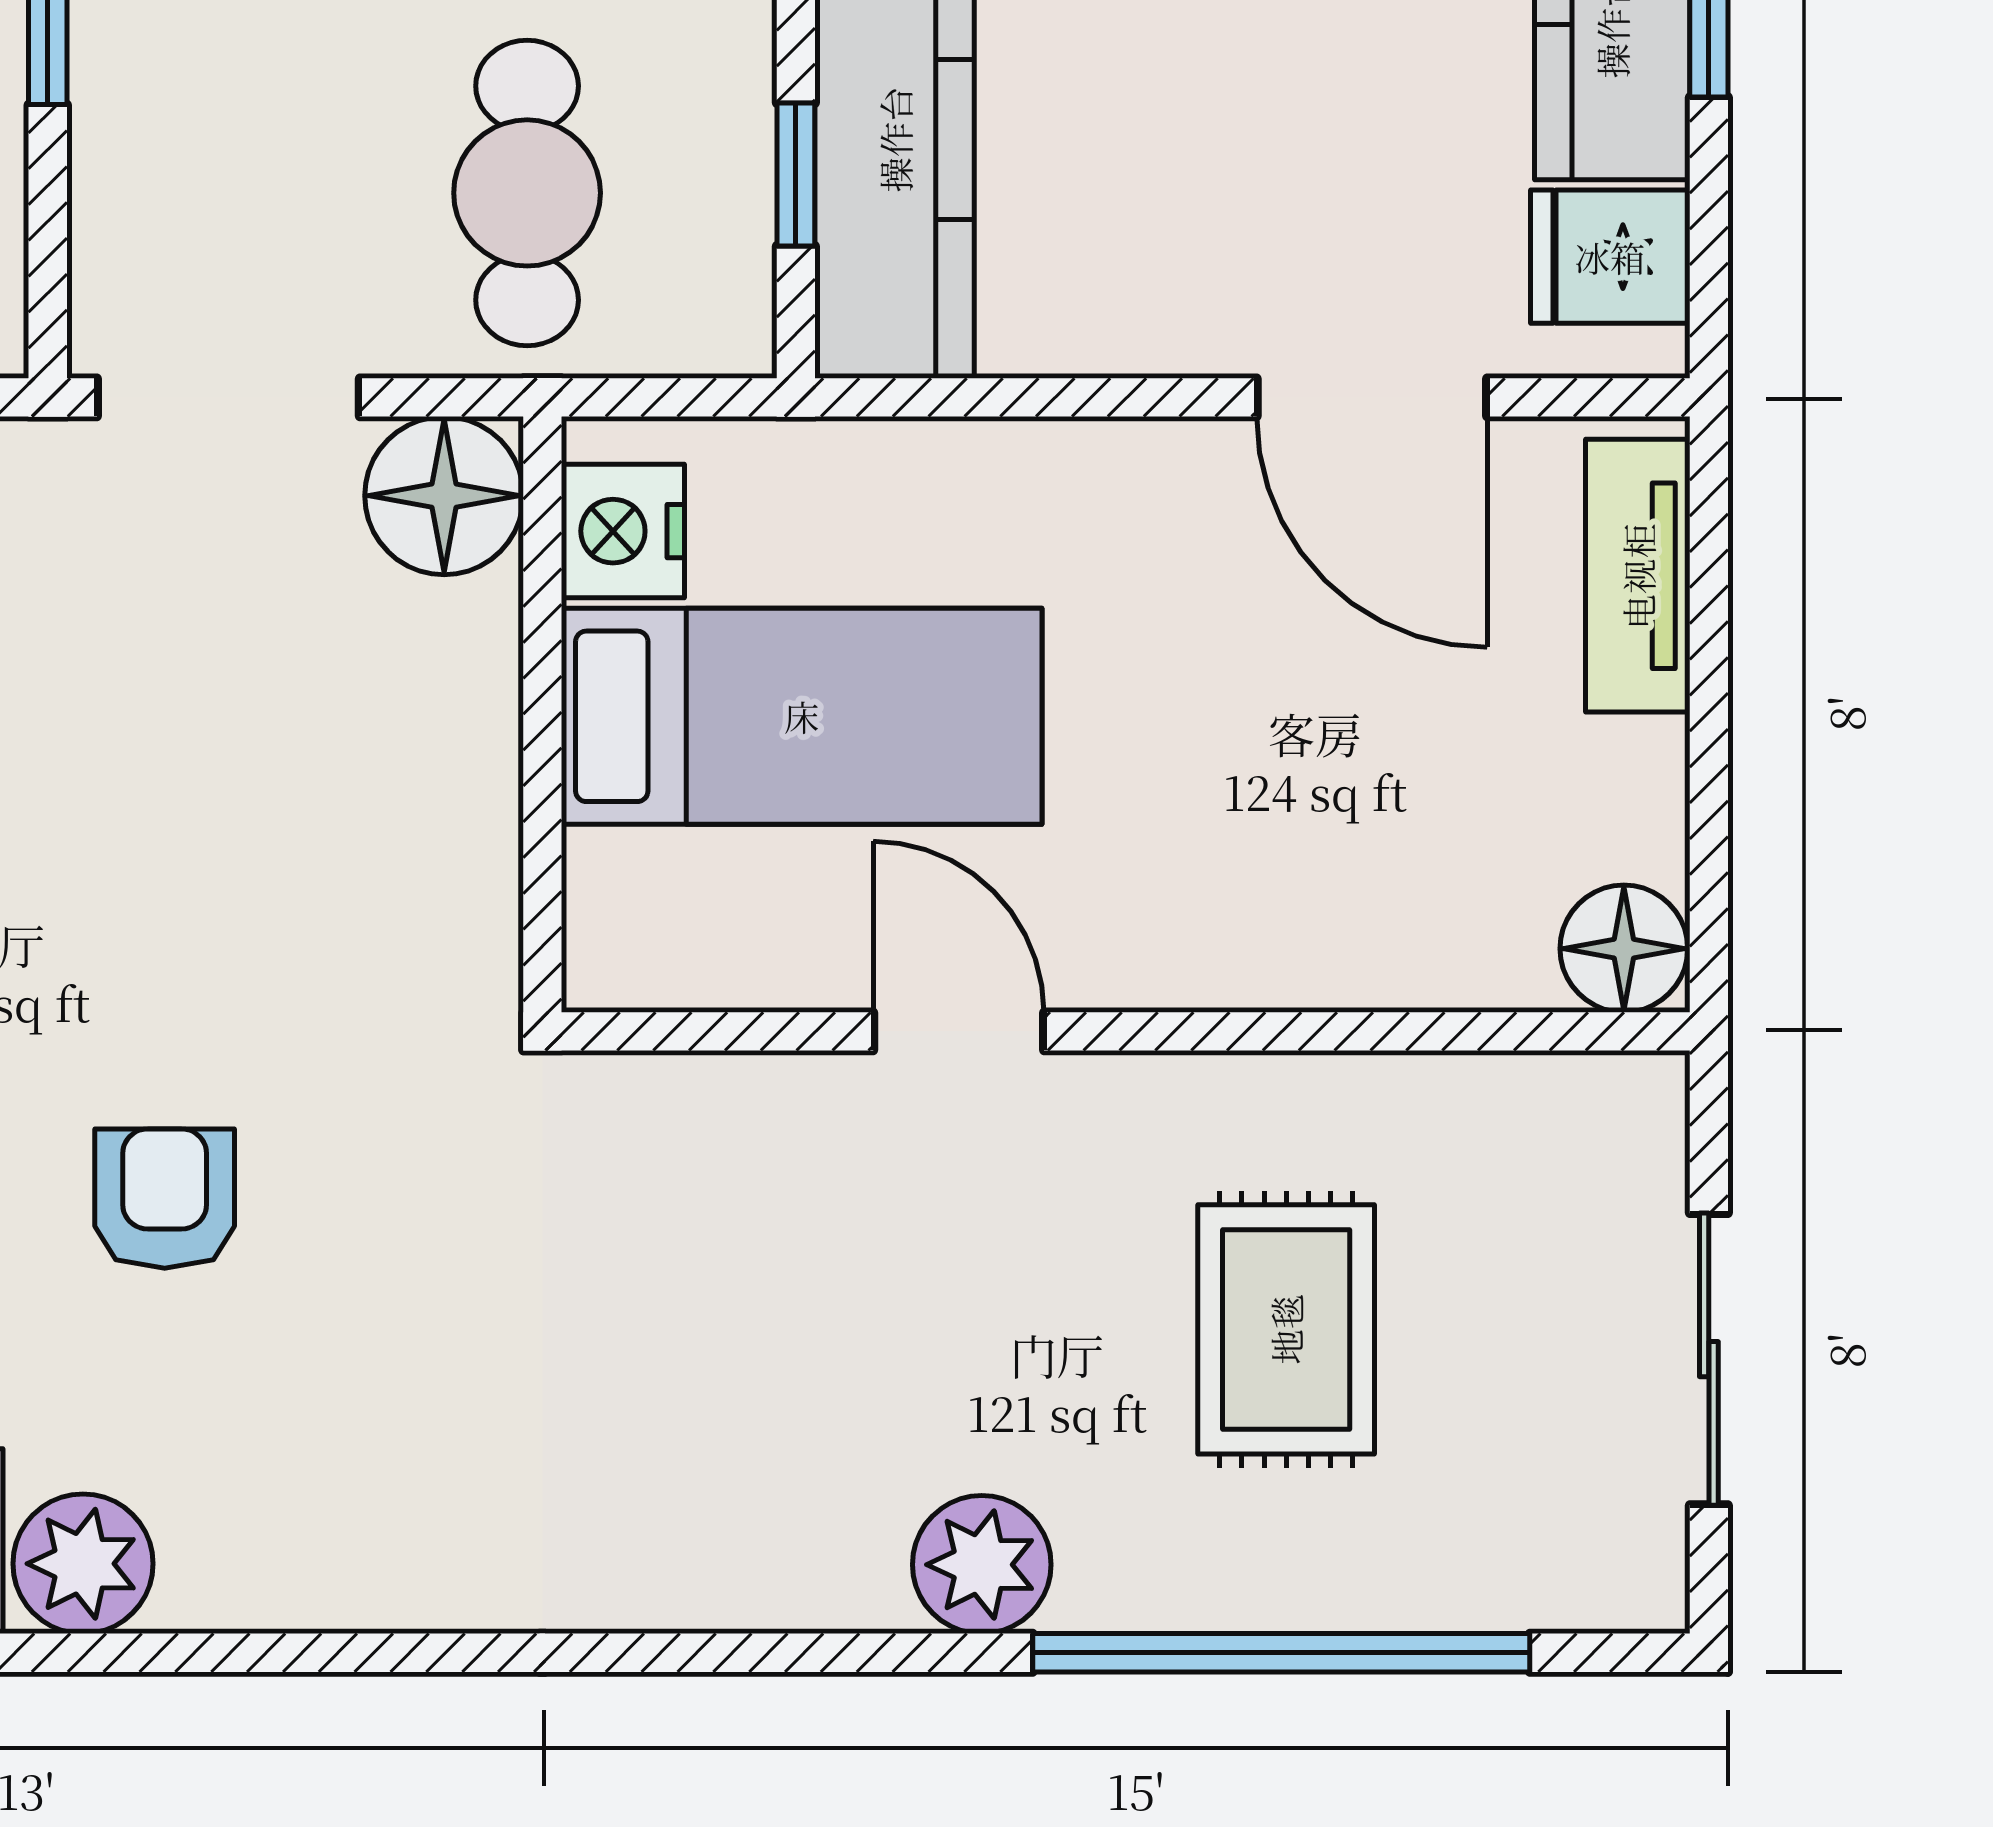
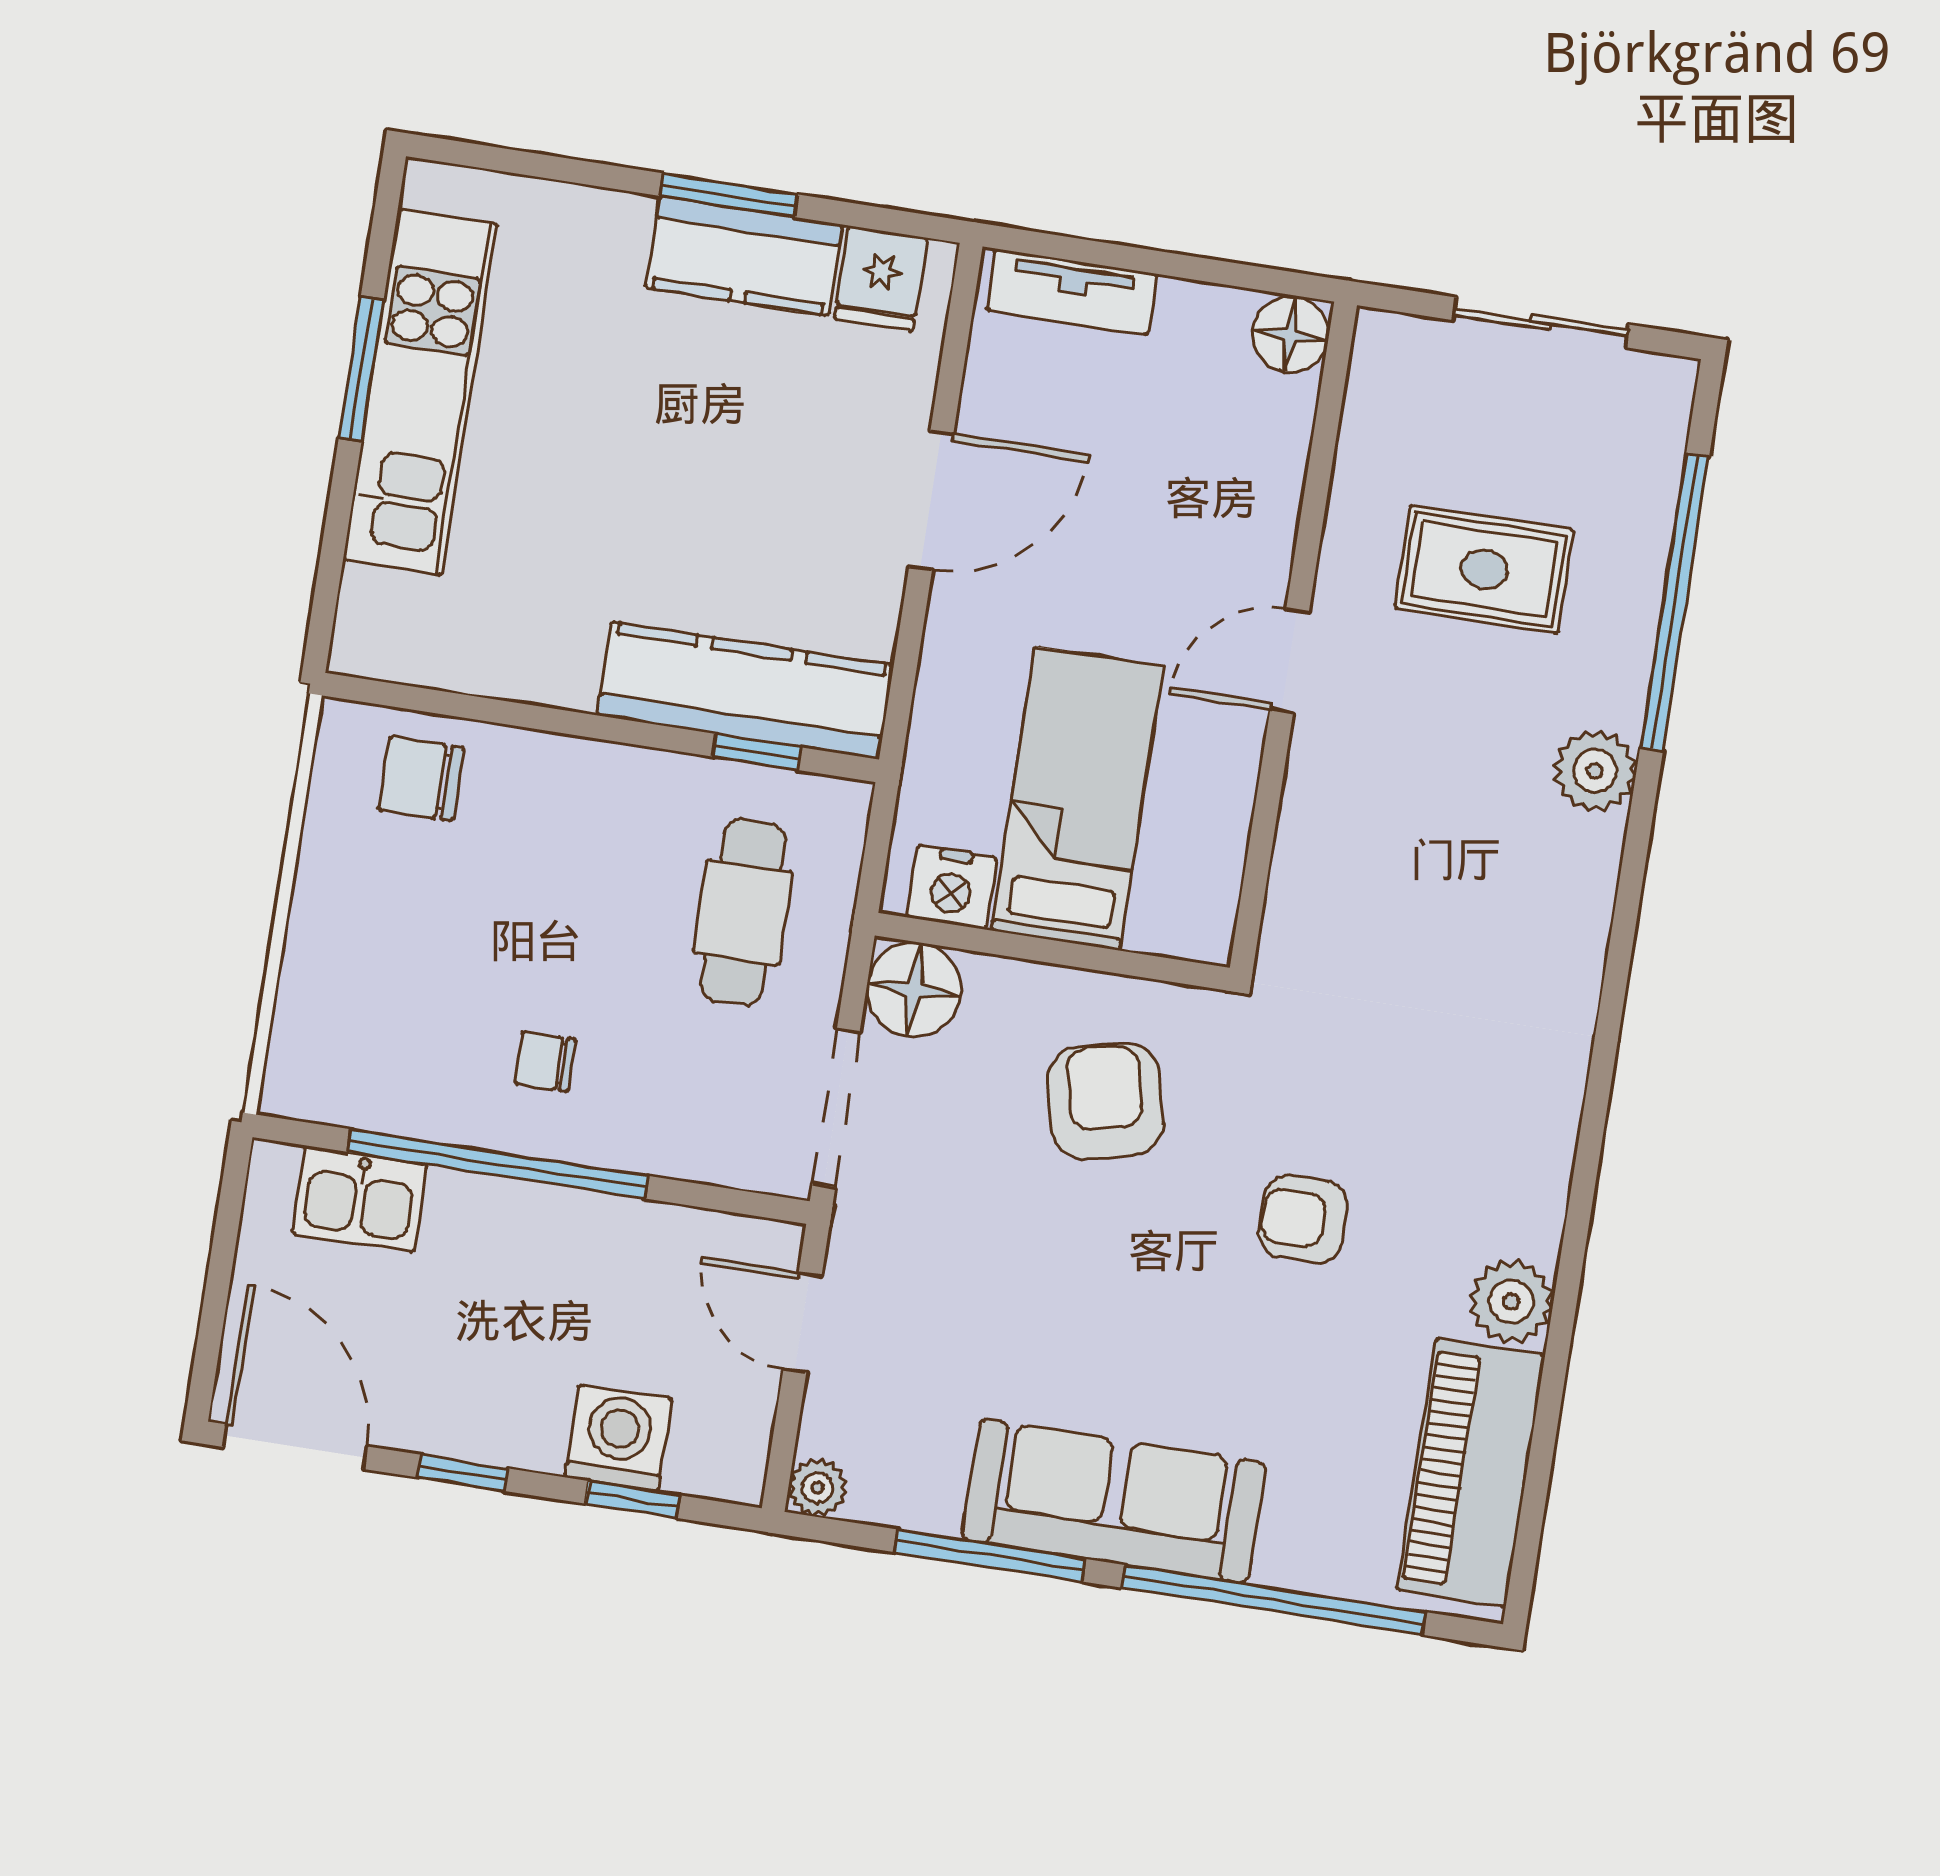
cafe table: (527, 193) -> (743, 912), turned 90
door: (1372, 397) -> (931, 500), moved
armchair: (309, 841) -> (1105, 1101), added
door: (959, 1031) -> (1290, 661), moved

